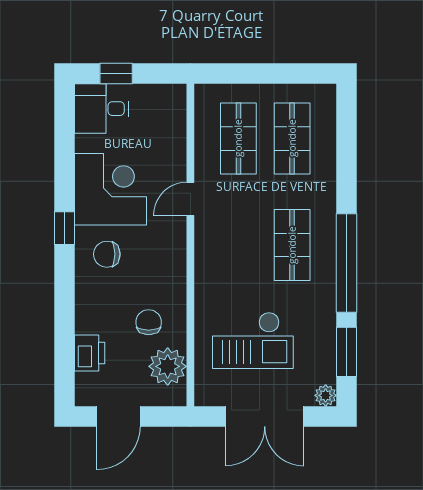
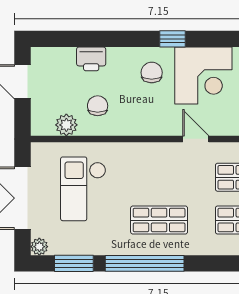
chair: (149, 322) -> (98, 106), turned -90
printer: (90, 353) -> (91, 59), moved
plant: (168, 366) -> (66, 125), width x0.73, depth x0.73

